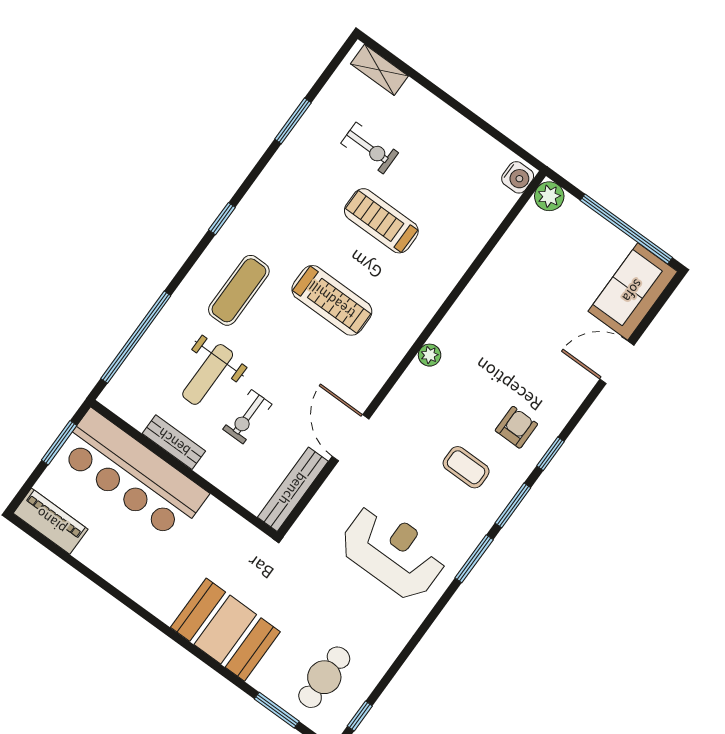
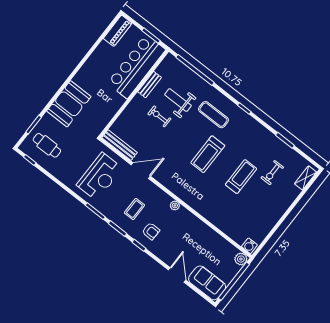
water cooler: (518, 177) -> (249, 246), moved
plant: (549, 196) -> (241, 259), moved
wall: (412, 354) -> (176, 198), moved
plant: (430, 355) -> (175, 206), moved
door: (351, 438) -> (141, 171), moved
bench: (293, 489) -> (120, 145), moved

